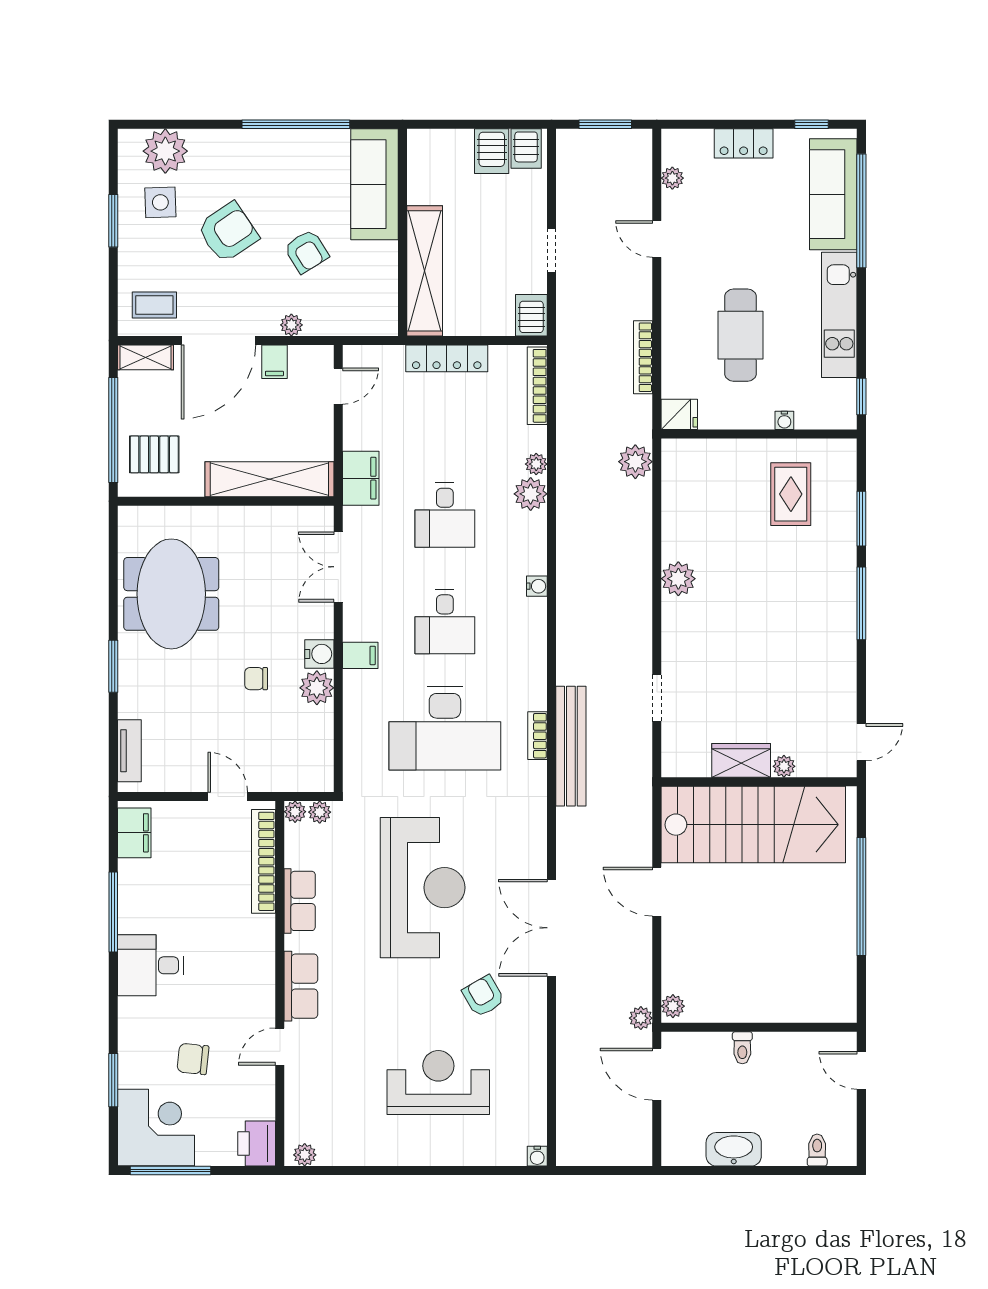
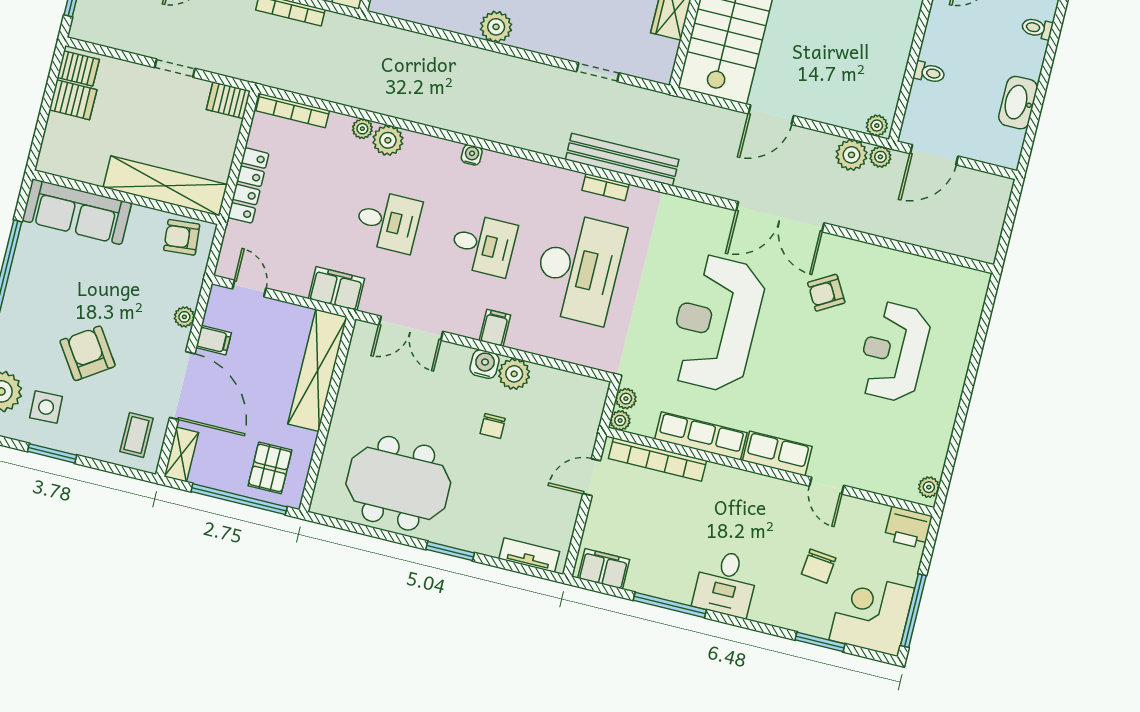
armchair: (306, 251) -> (182, 237), moved, turned -153
plant: (635, 462) -> (851, 155), moved
reception desk: (423, 888) -> (716, 323), turned -90
row of seats: (300, 901) -> (701, 436), width x1.48
water cooler: (537, 1156) -> (981, 280), removed

